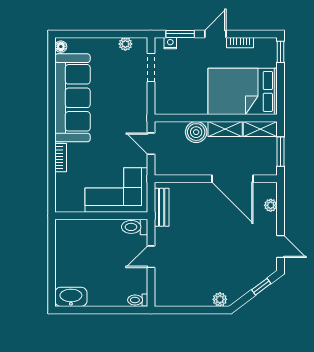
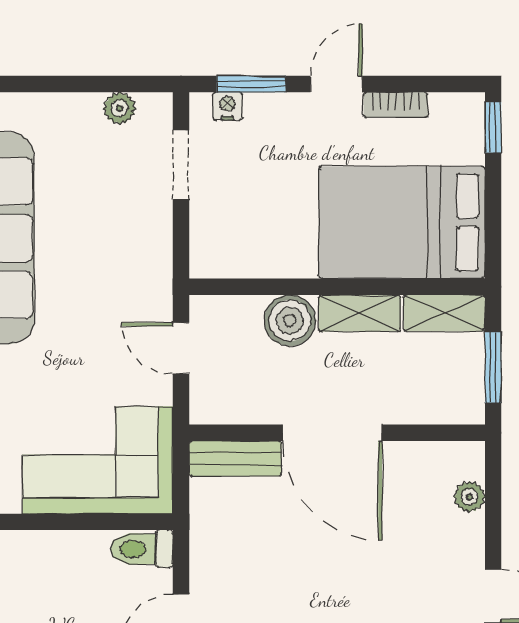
door: (232, 179) -> (332, 433), moved
bench: (162, 207) -> (235, 458), moved, turned 90

